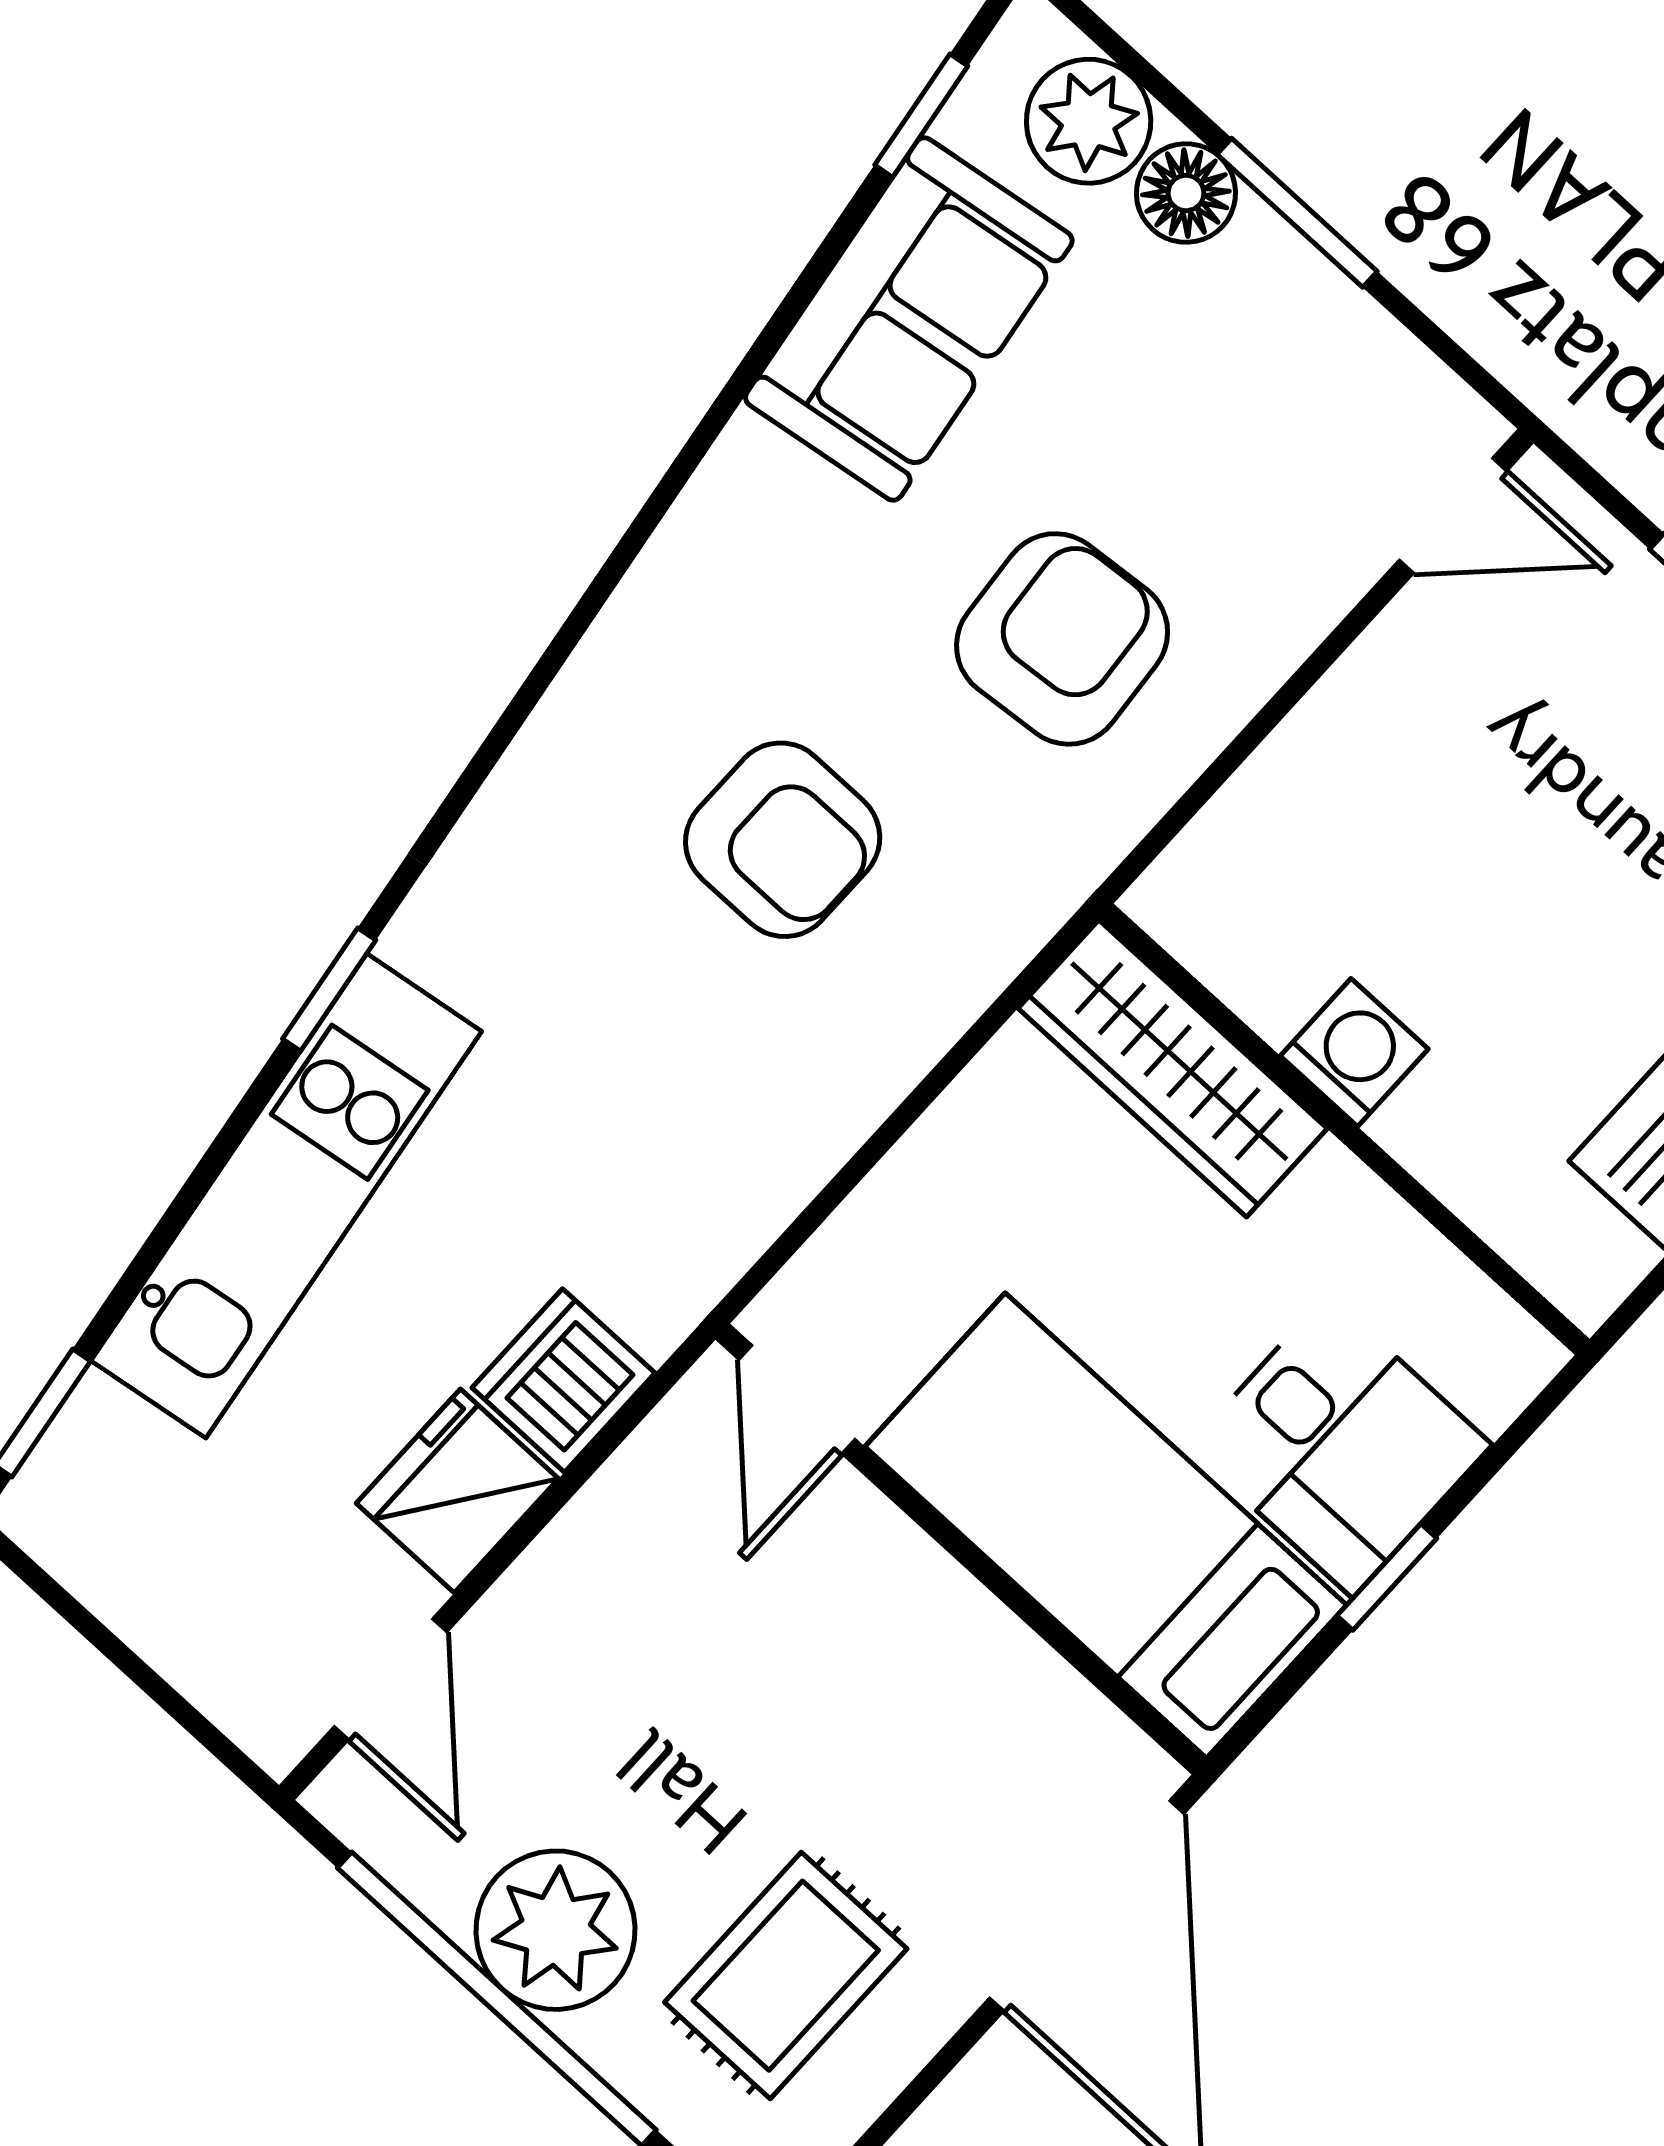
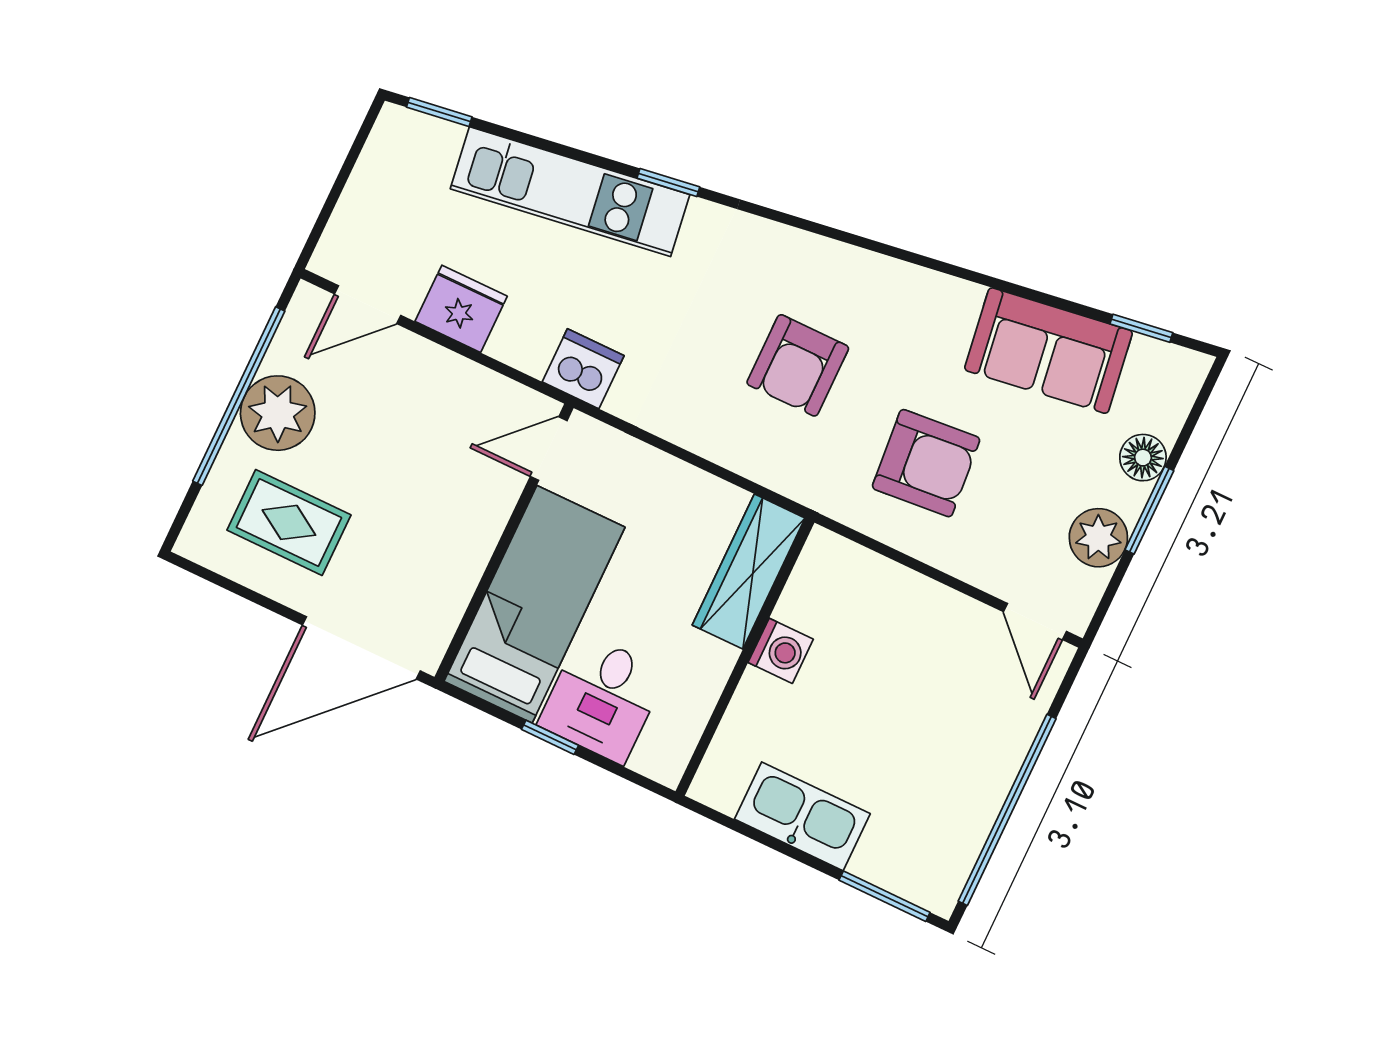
plant: (1089, 121) -> (1098, 538), moved
dishwasher: (563, 1380) -> (583, 369), moved

